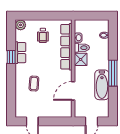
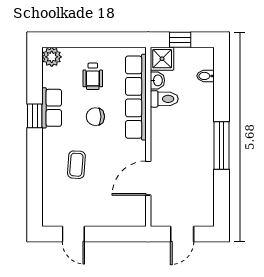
window: (90, 16) -> (180, 40), added
chair: (44, 57) -> (95, 117), added
shower: (81, 59) -> (162, 59), moved
bathtub: (102, 85) -> (201, 167), removed

